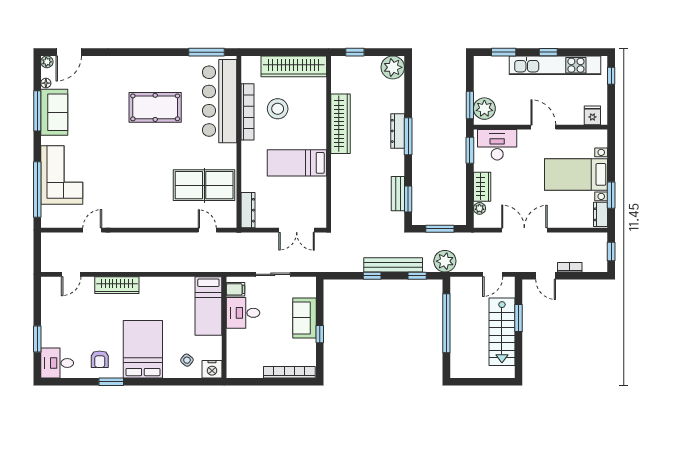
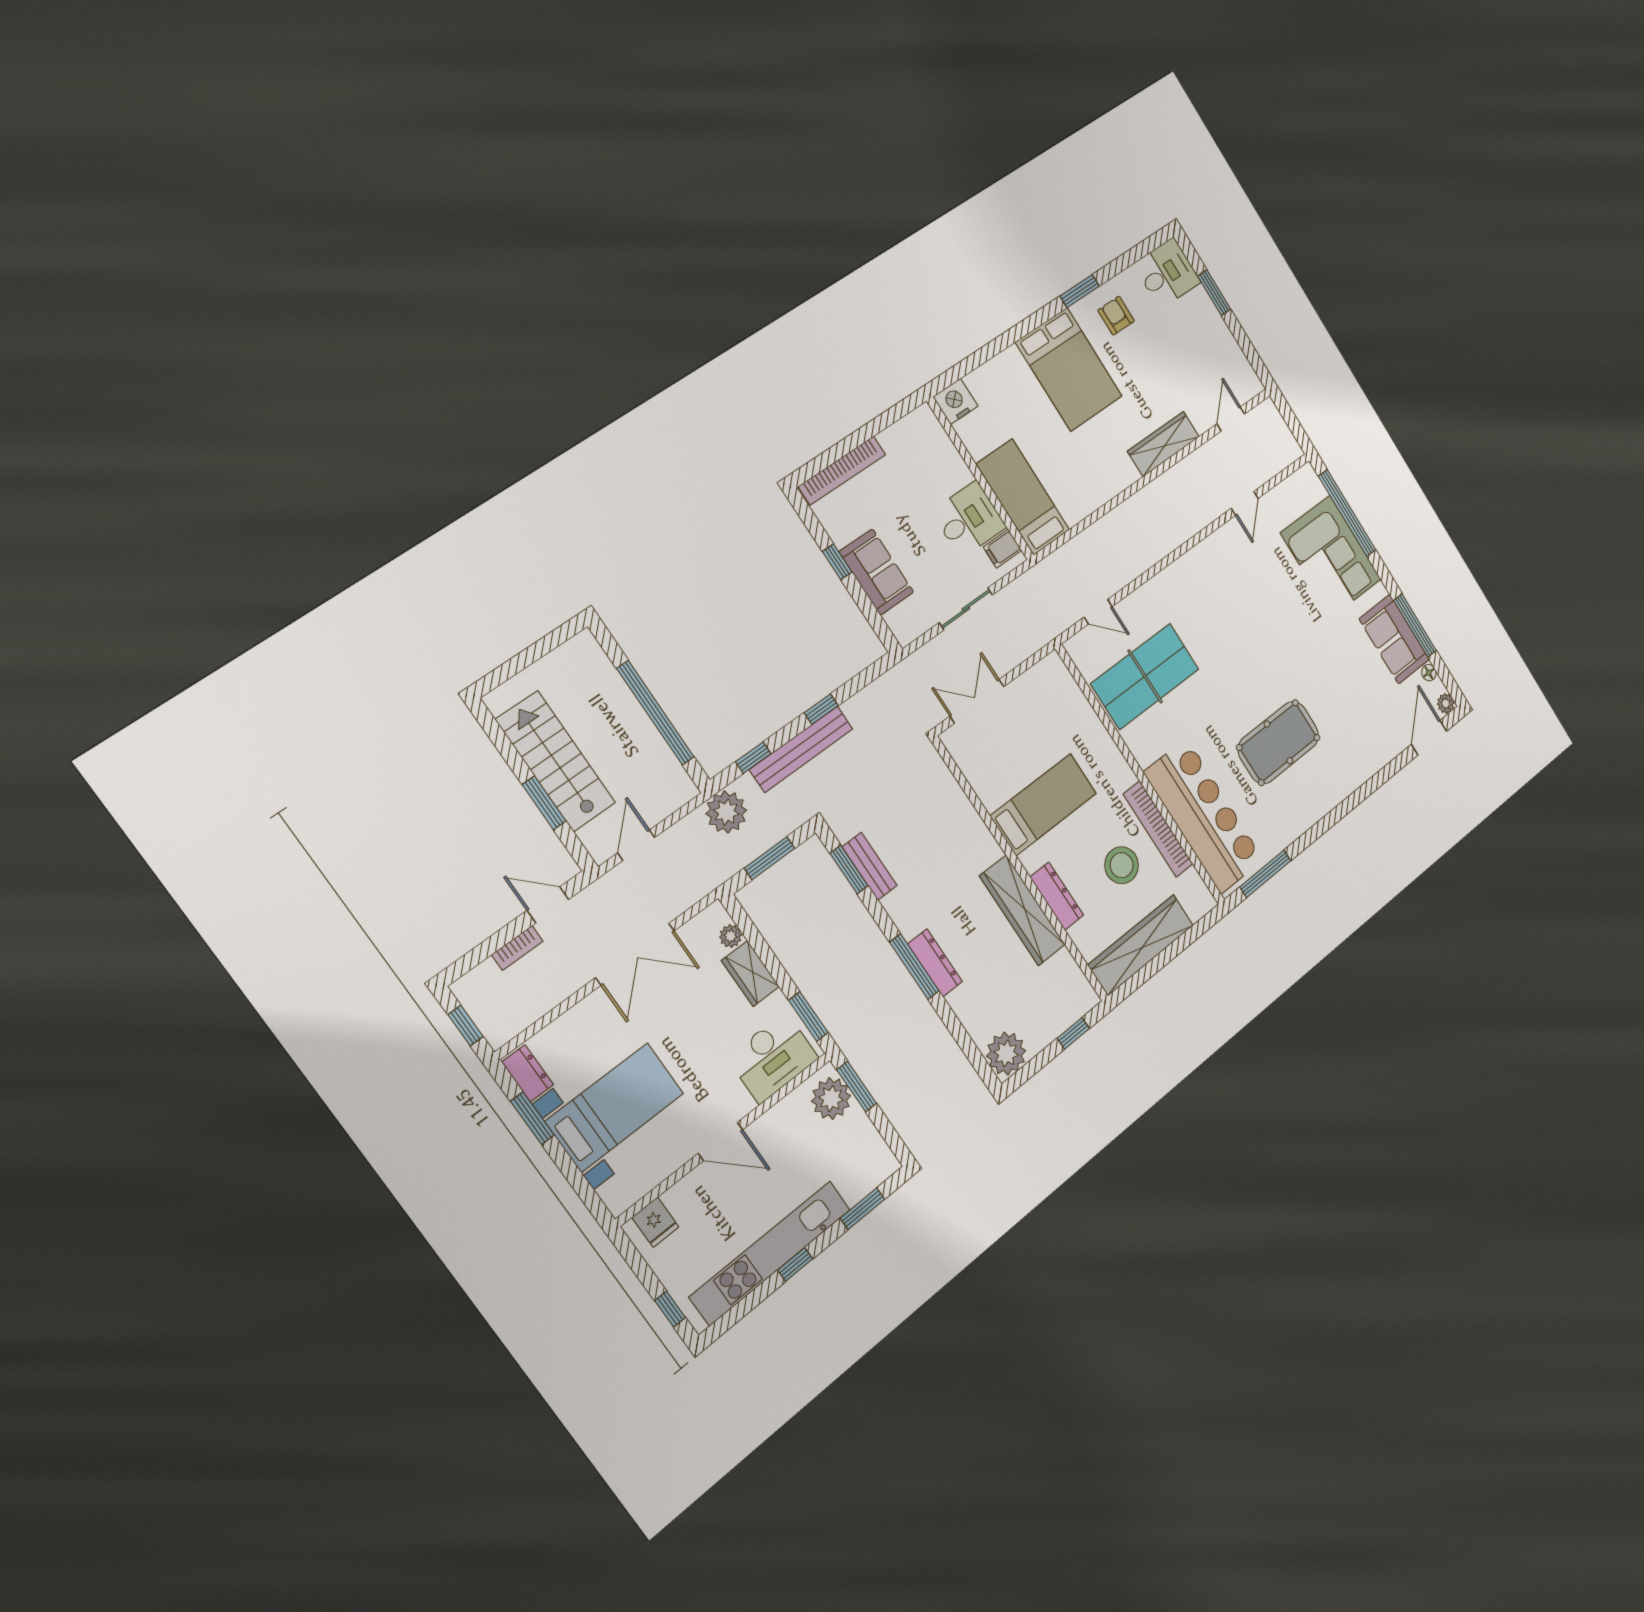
dresser: (248, 210) -> (1057, 896), moved, turned 180
side table: (187, 360) -> (999, 393), removed

